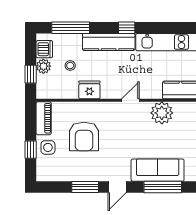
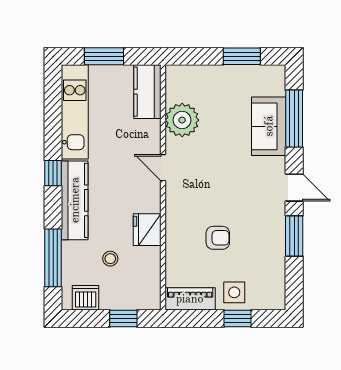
plant: (43, 66) -> (111, 299), removed
armchair: (84, 137) -> (218, 238), width x0.53, depth x0.53
sofa: (158, 170) -> (269, 126), width x0.73

